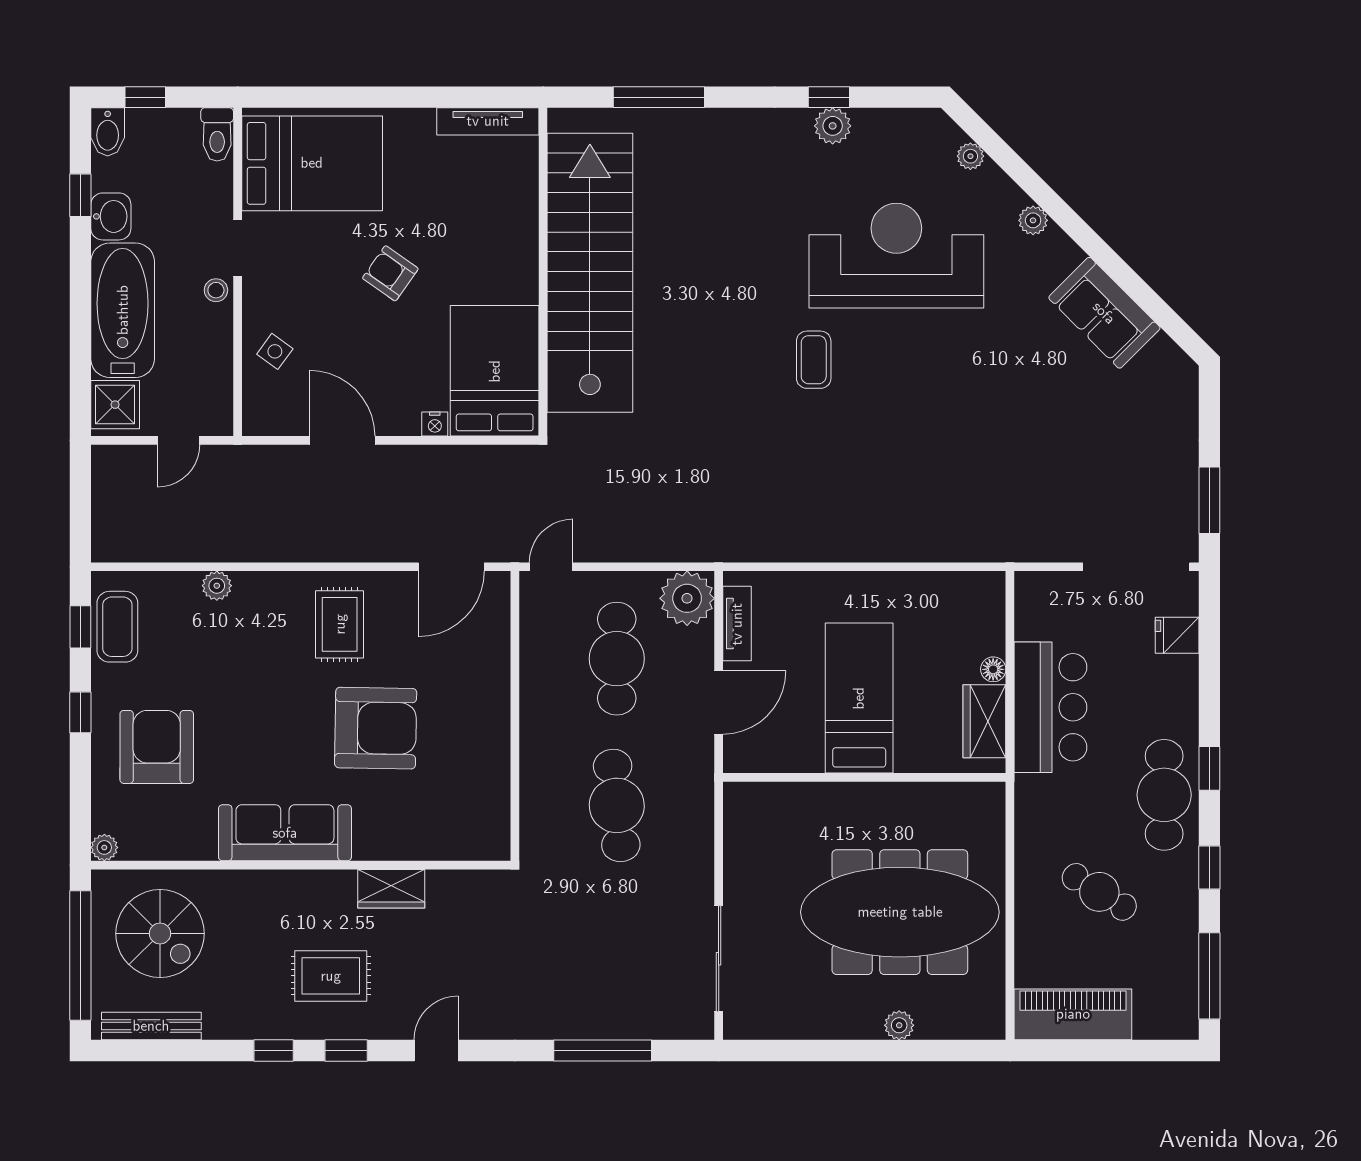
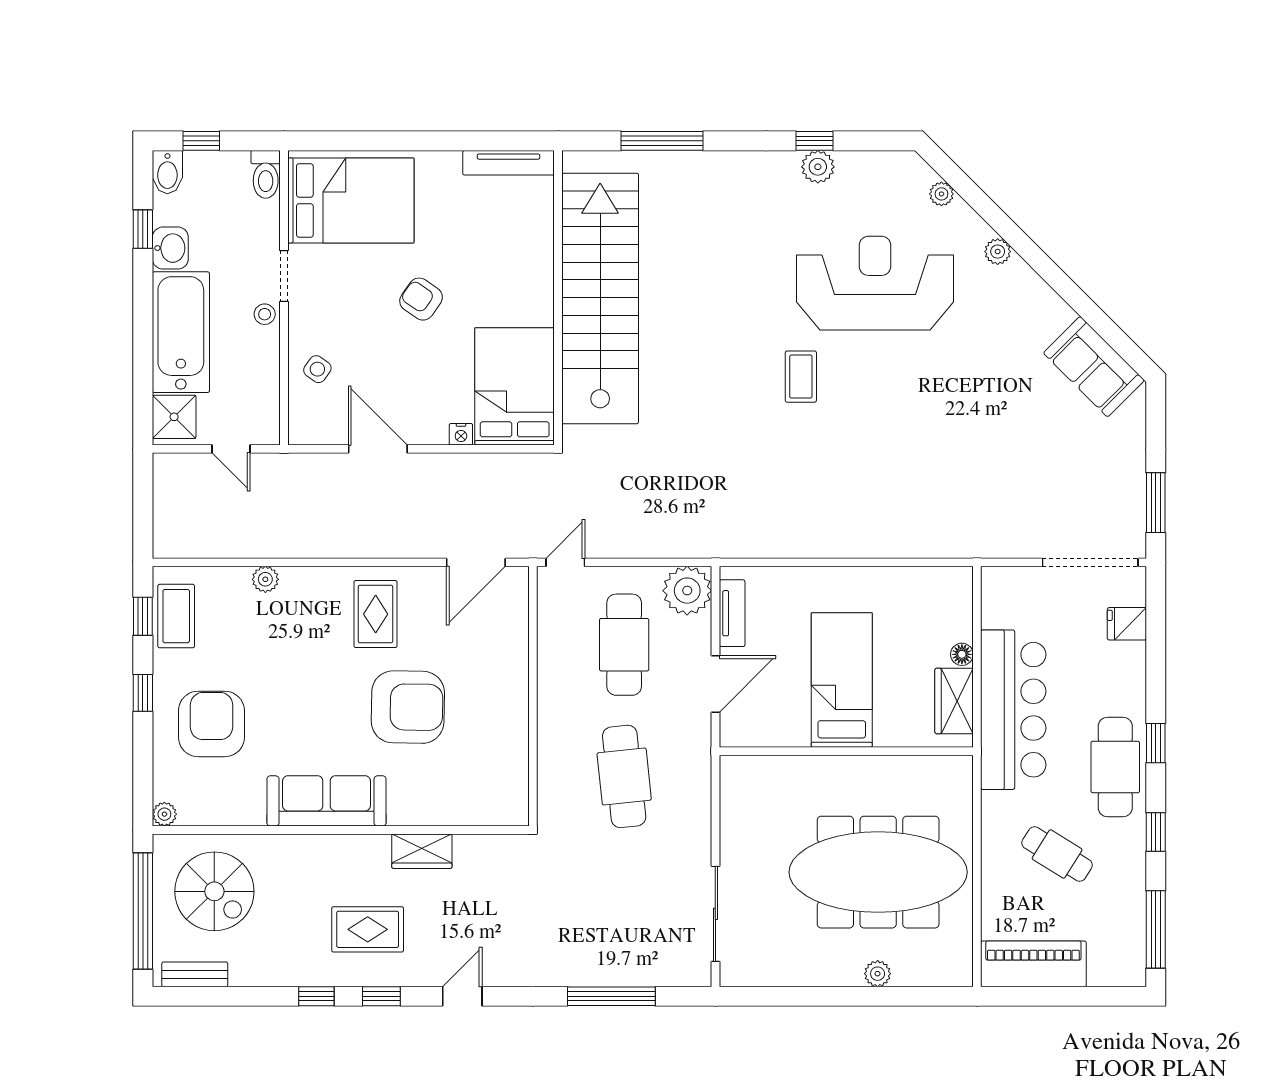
sofa: (1104, 313) -> (1094, 367), moved
door: (178, 440) -> (231, 449), hinge flipped
bar counter: (1050, 707) -> (1013, 710), width x1.36
bench: (151, 1026) -> (195, 974), width x0.73

